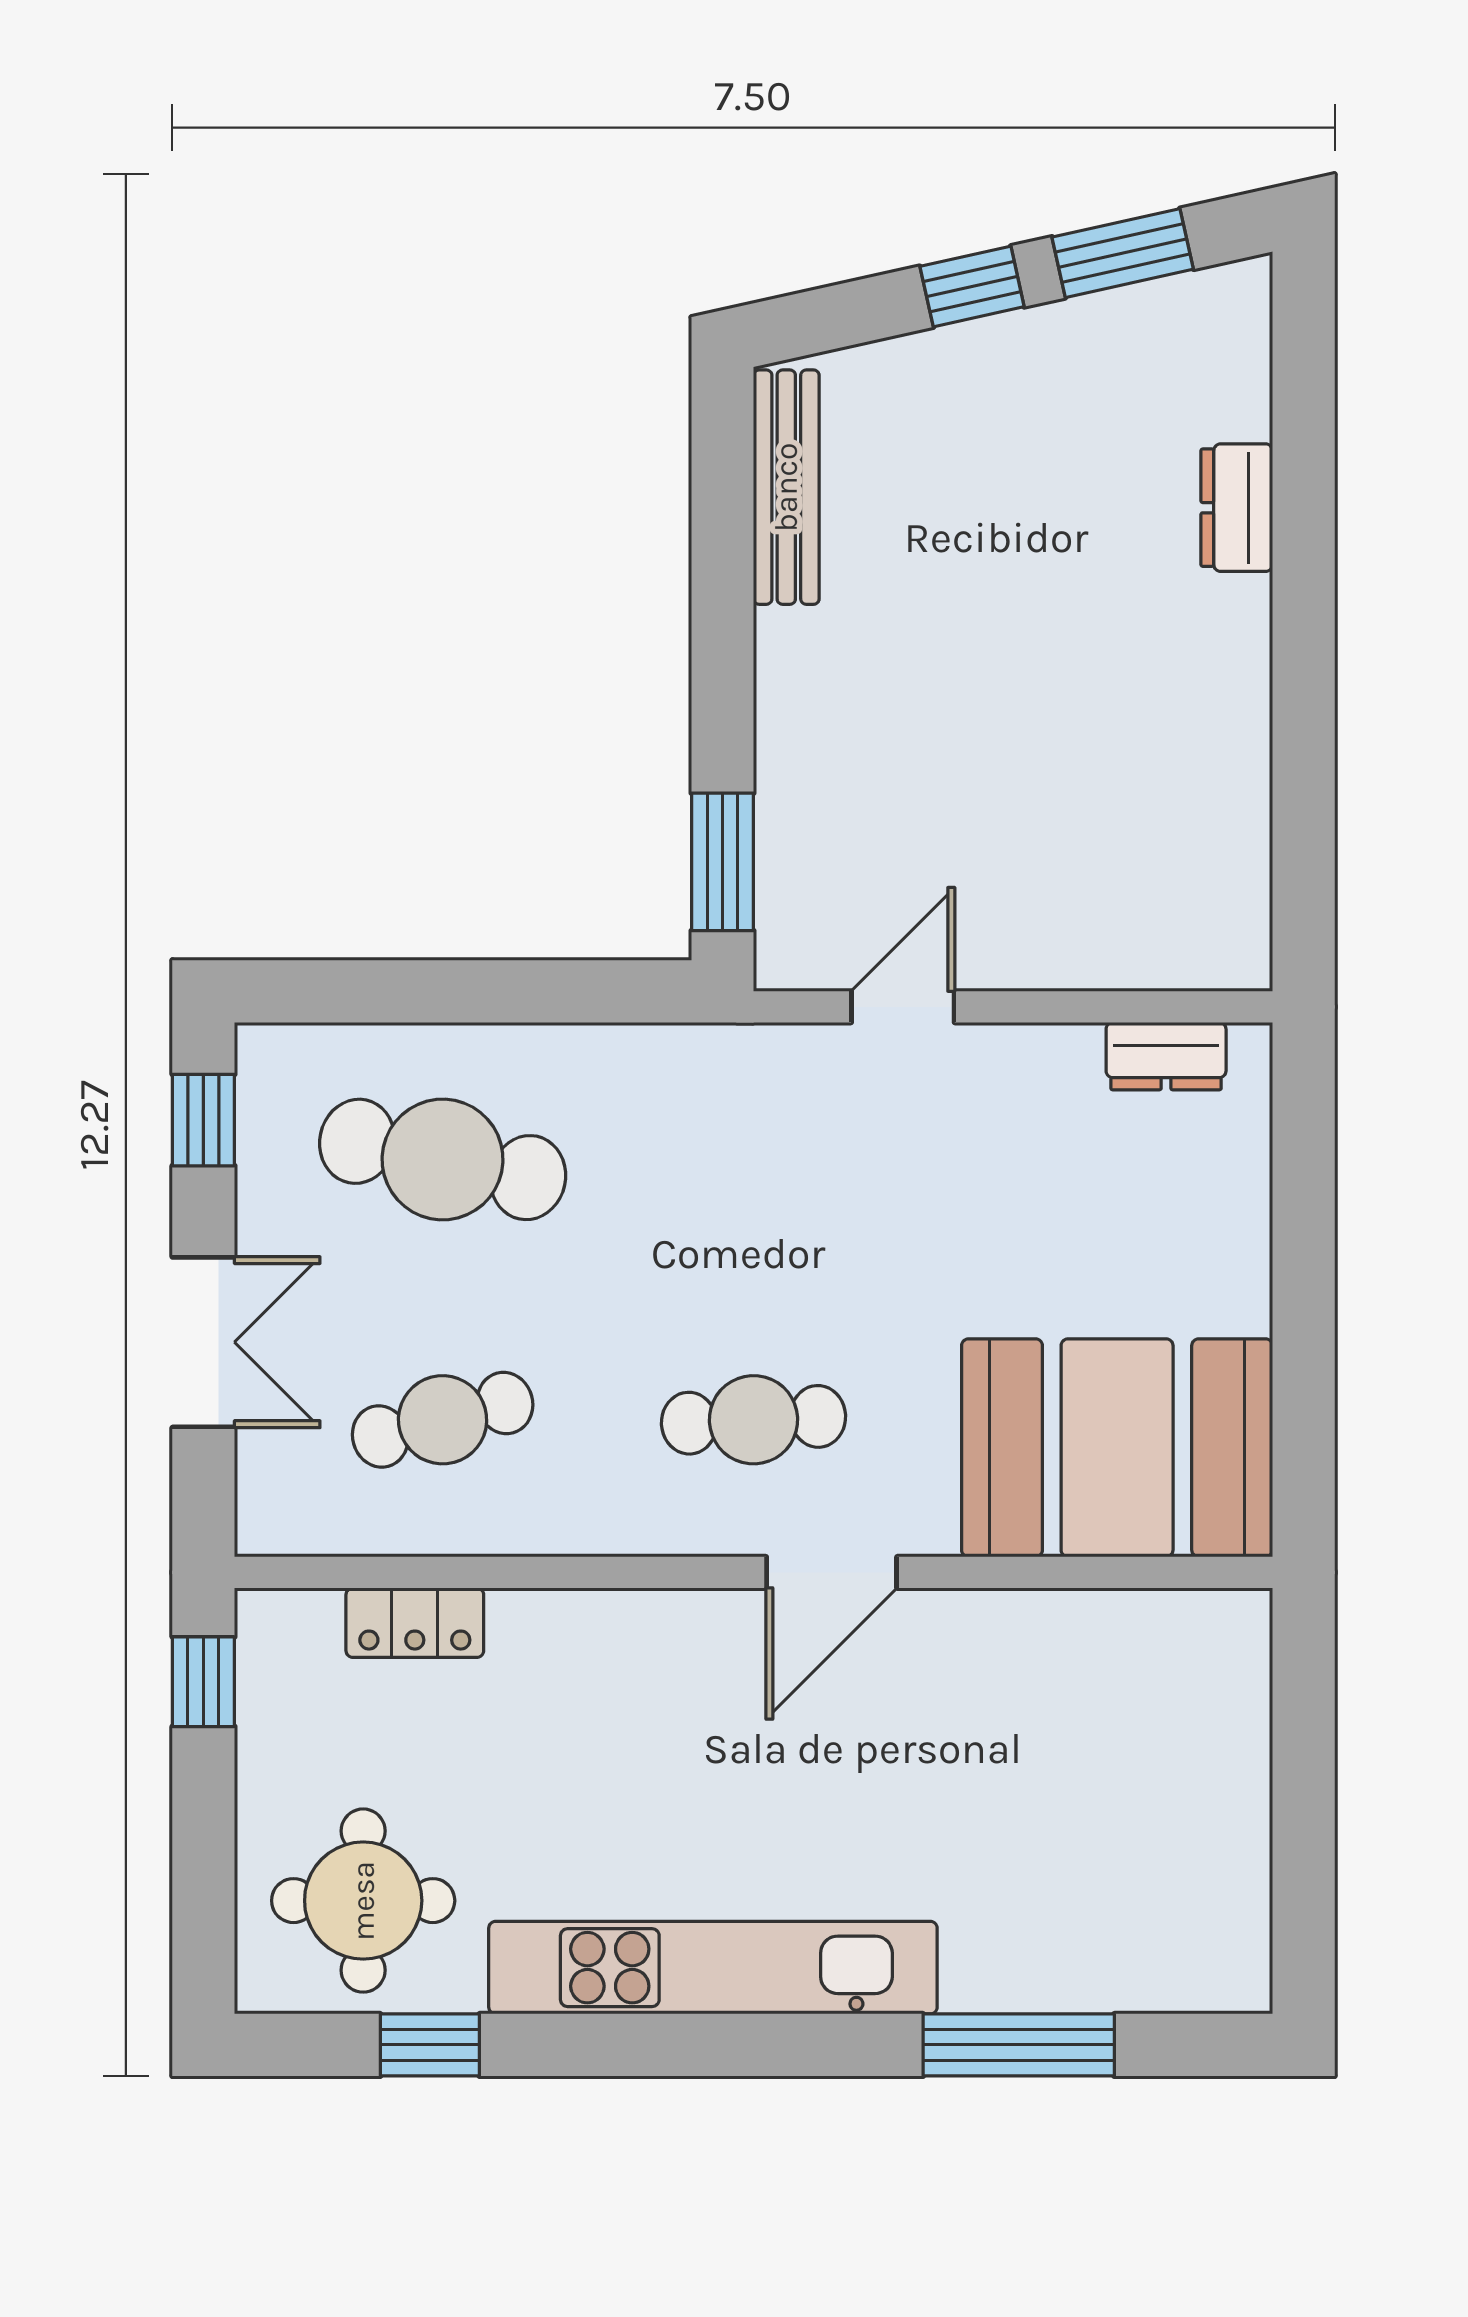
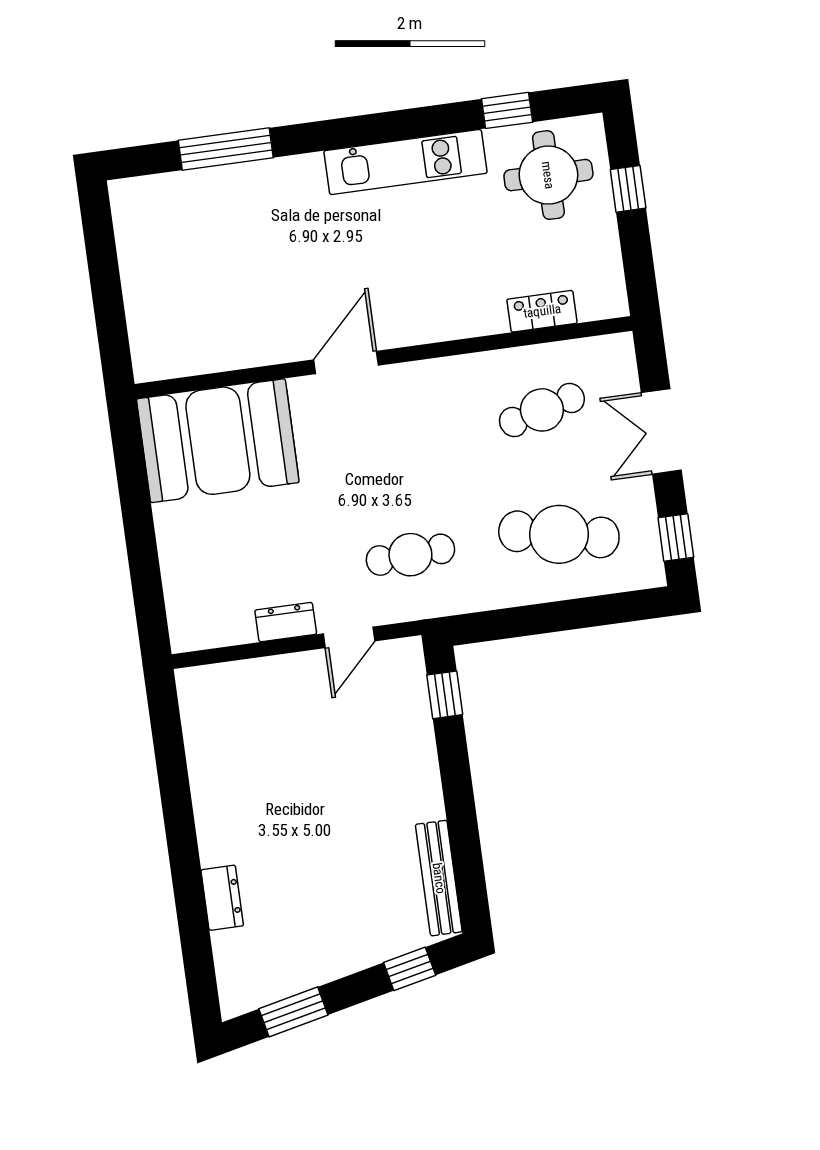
window: (972, 287) -> (410, 969), moved
window: (723, 862) -> (445, 695), width x0.67
dresser: (1166, 1056) -> (286, 622), moved
cafe table: (753, 1420) -> (410, 555), moved
window: (203, 1682) -> (628, 189), moved
kitchen unit: (713, 1968) -> (405, 162), width x0.73

